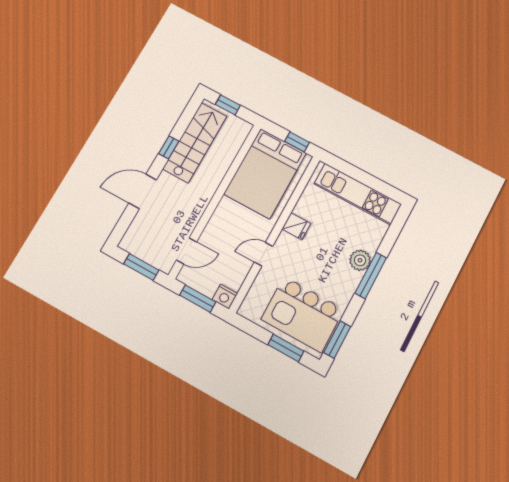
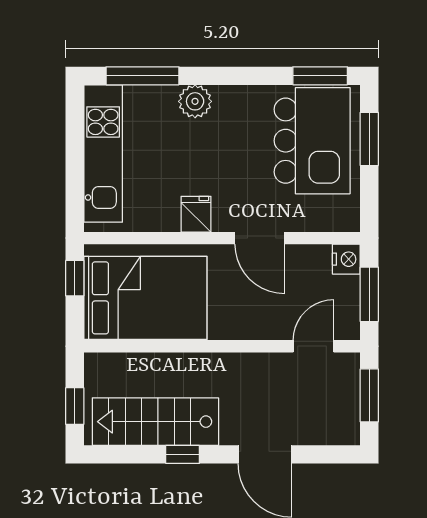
door: (187, 251) -> (314, 346), hinge flipped
door: (264, 254) -> (260, 238), width x1.38
window: (371, 275) -> (142, 76), moved

